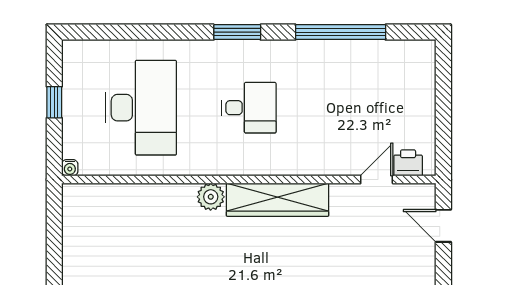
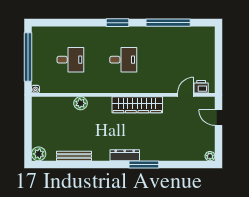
window: (54, 102) -> (28, 57), width x3.17
desk: (141, 108) -> (70, 60), width x0.53, depth x0.77
plant: (211, 197) -> (80, 103), moved

